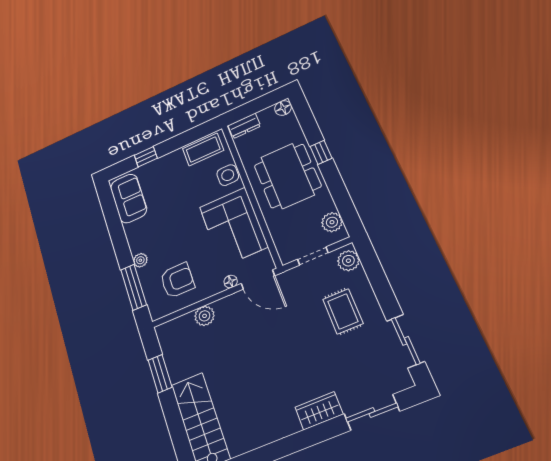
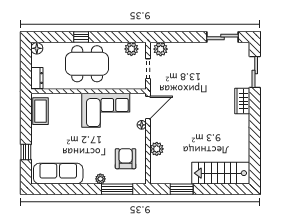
side table: (228, 175) -> (68, 101), removed
sofa: (129, 198) -> (58, 174), width x1.36
rug: (343, 311) -> (190, 65), removed

